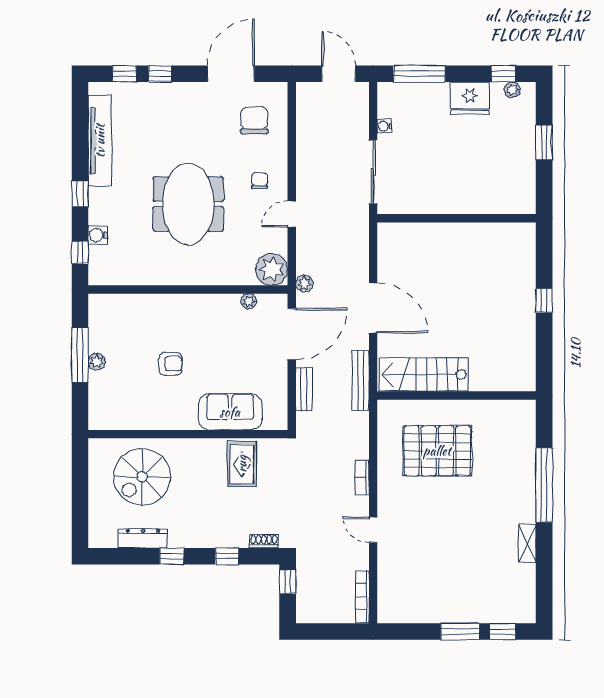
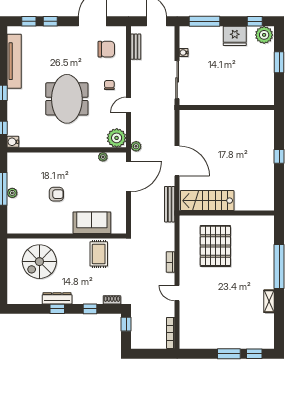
plant: (512, 90) -> (264, 35), width x1.87, depth x1.87
chair: (254, 121) -> (106, 49), turned 90
water cooler: (98, 235) -> (13, 142), moved
bench: (304, 389) -> (136, 47), moved
pallet: (437, 451) -> (215, 246), turned 90
dresser: (143, 538) -> (57, 298), moved

